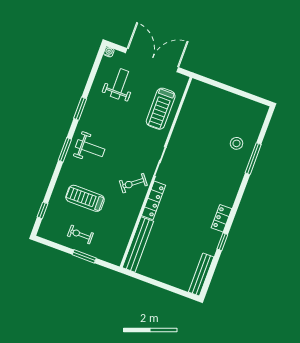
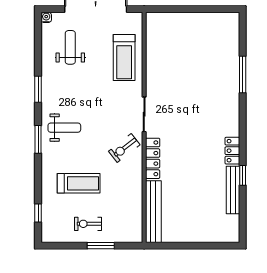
stool: (237, 143) -> (219, 65), removed
treadmill: (85, 198) -> (79, 183), turned 180
bench: (201, 275) -> (233, 190), moved

